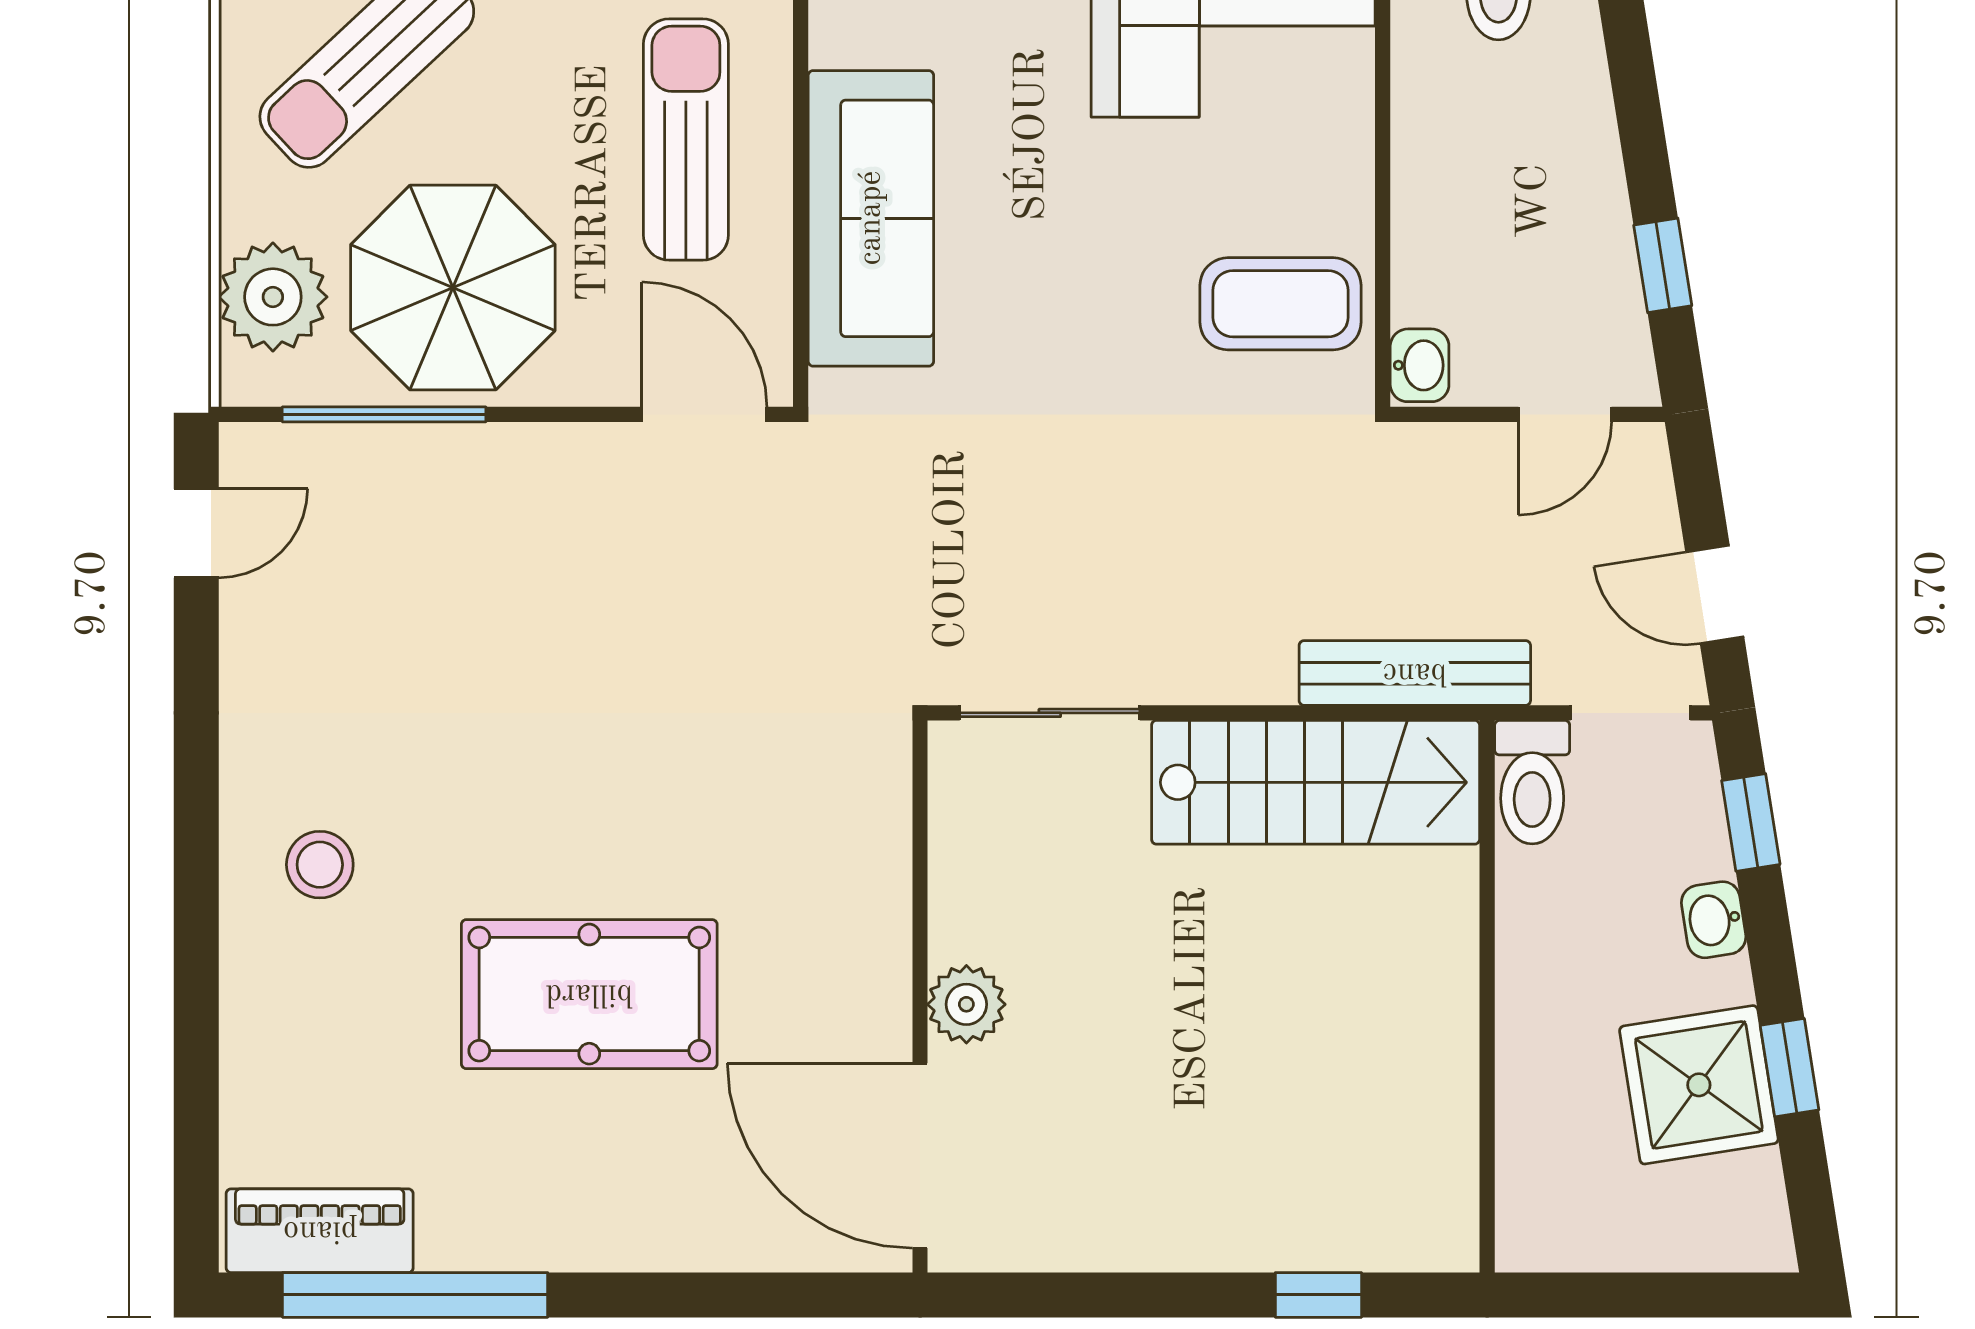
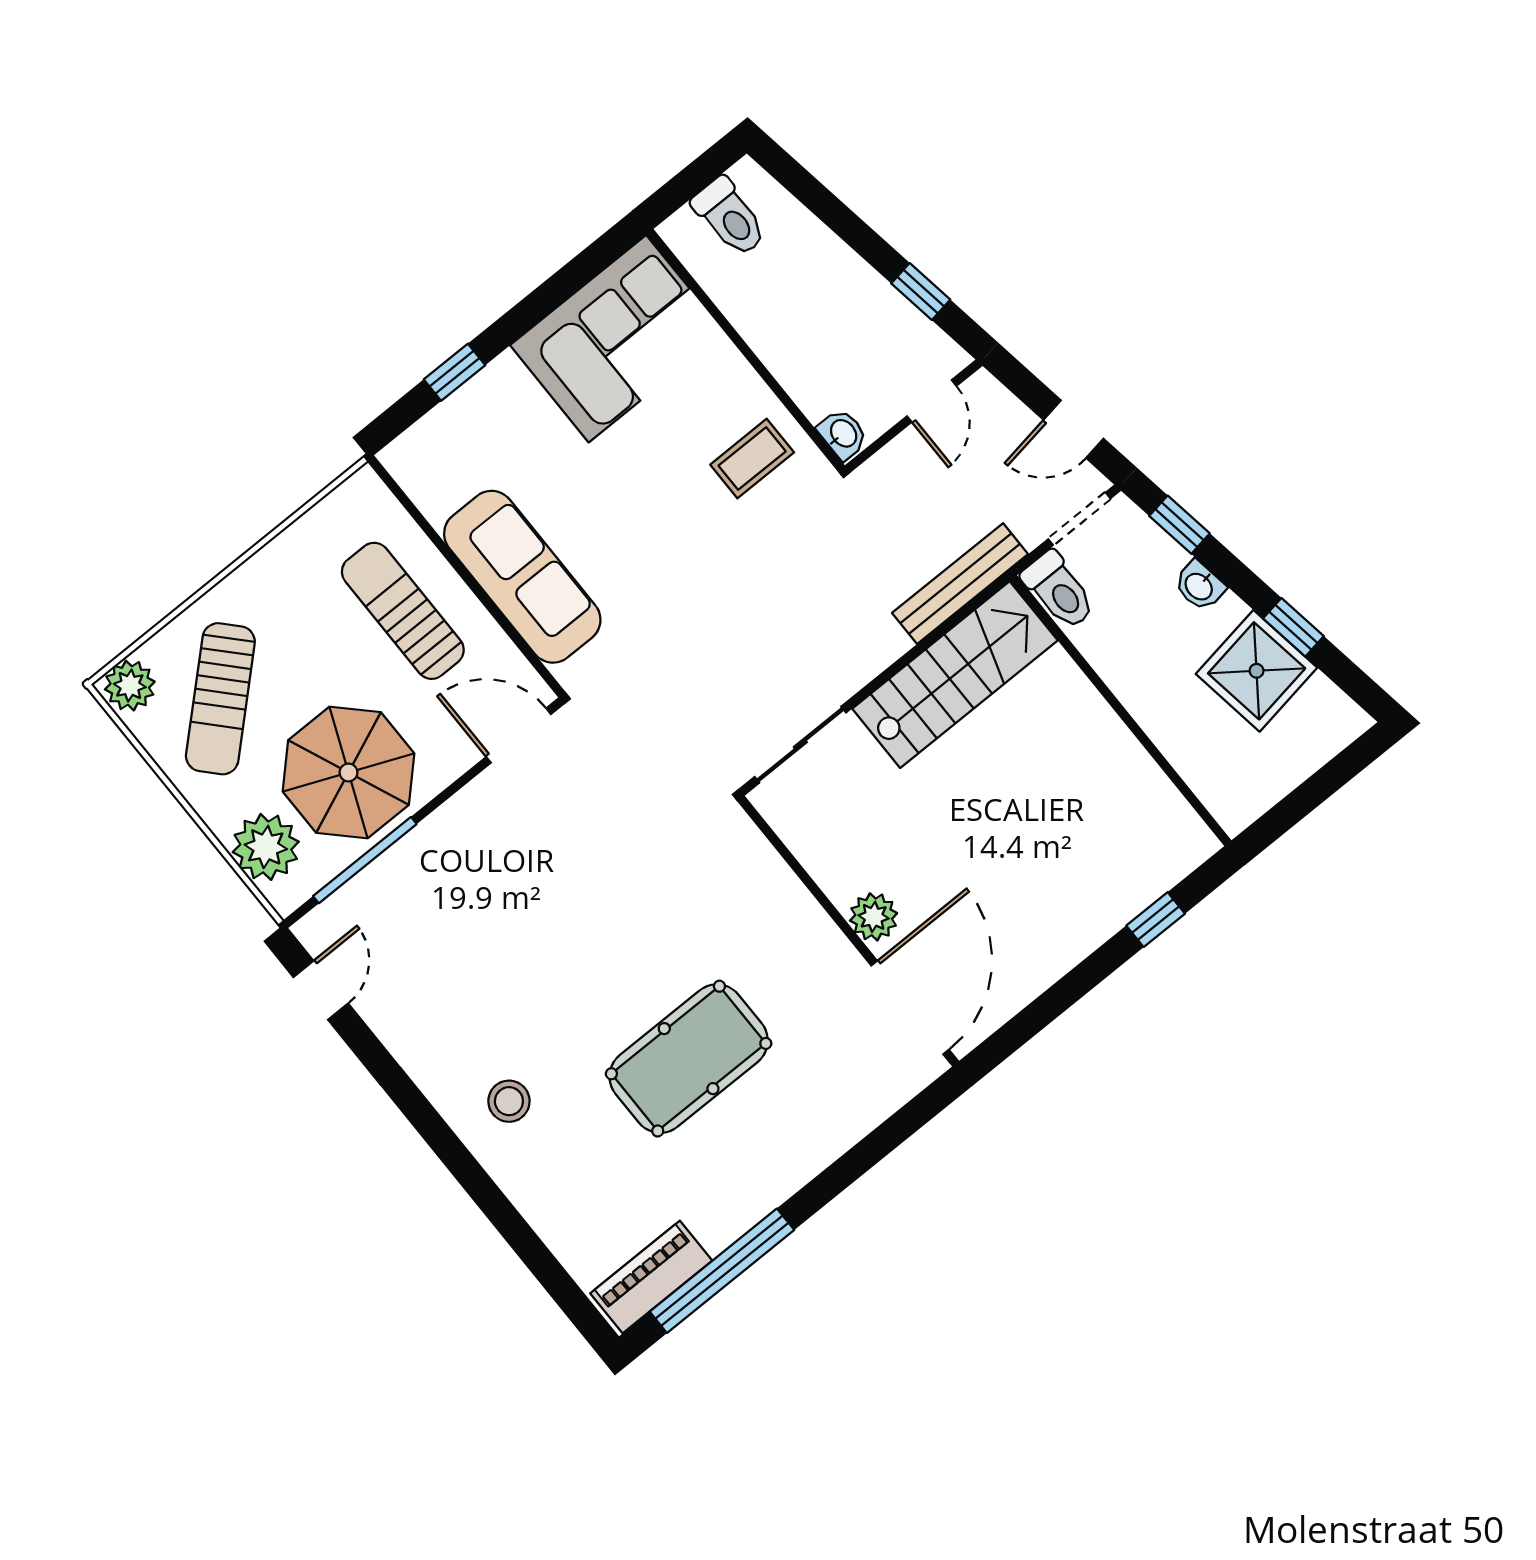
coffee table: (1281, 304) -> (752, 459), width x0.73, depth x0.77
door: (920, 1156) -> (910, 1008), swing flipped

